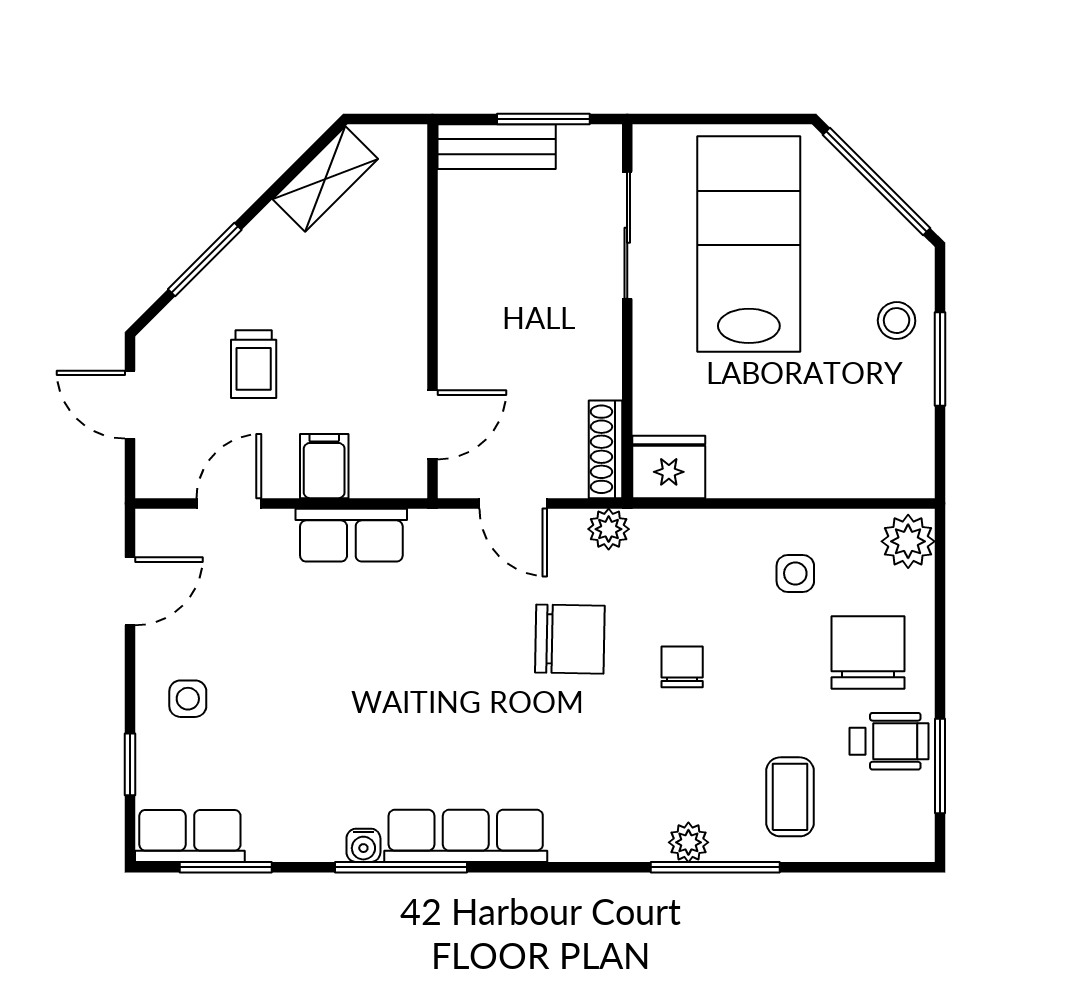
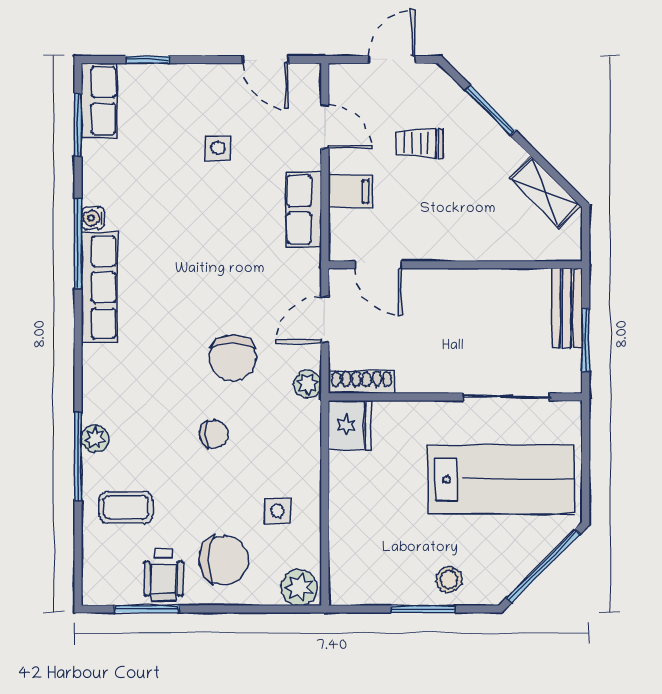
side table: (188, 699) -> (218, 148), moved

